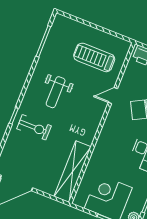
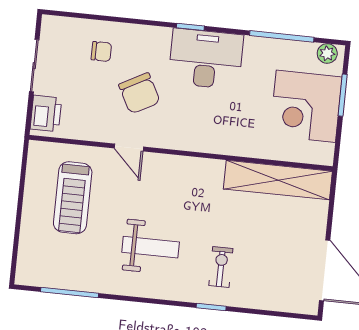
exercise bike: (34, 127) -> (221, 267), width x0.73, depth x0.72

